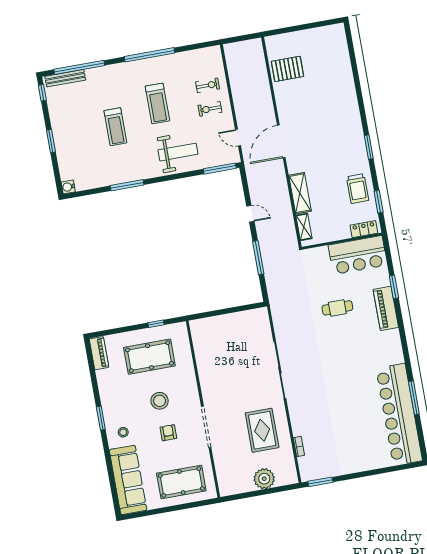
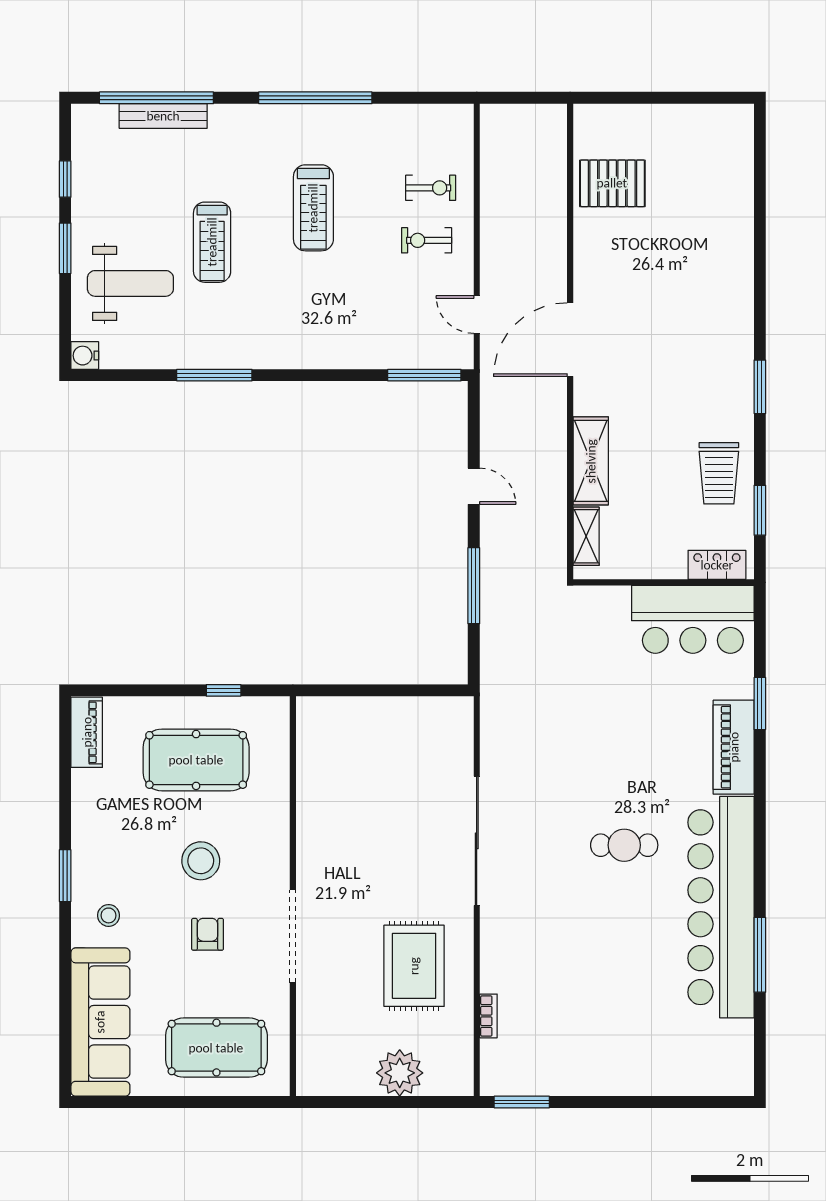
bench: (65, 78) -> (163, 116), moved
window: (42, 93) -> (65, 179), moved
weight bench: (178, 152) -> (130, 283), moved
cafe table: (337, 308) -> (624, 845), moved
bar counter: (399, 415) -> (721, 907), moved

